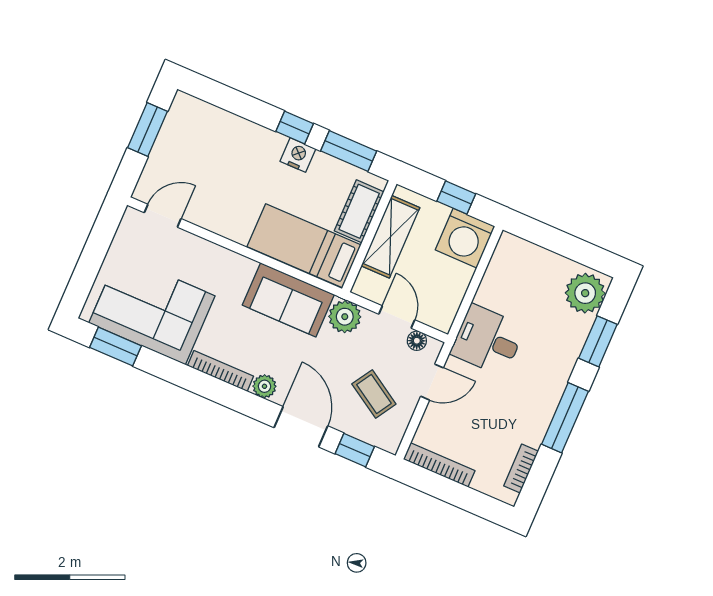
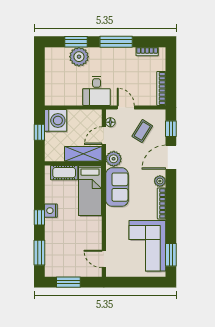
window: (349, 151) -> (39, 253), moved
shelving: (390, 237) -> (83, 154), moved
plant: (585, 293) -> (79, 57), moved

